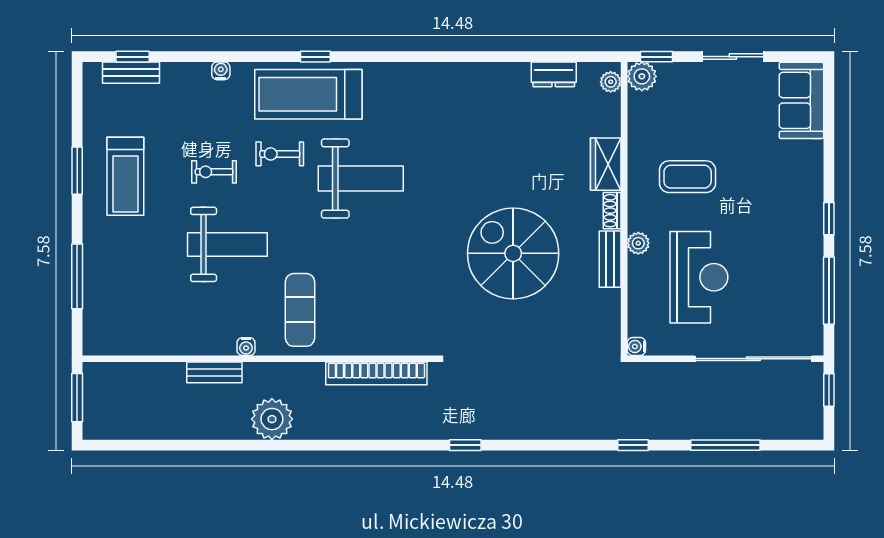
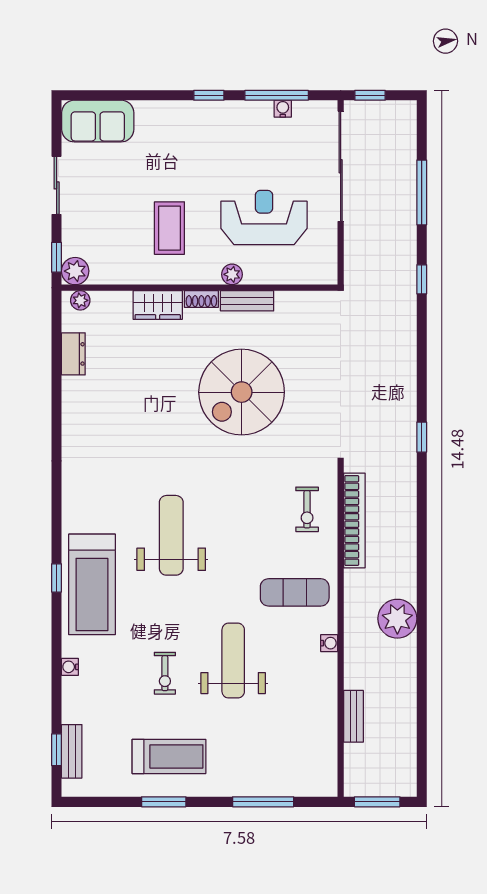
exercise bike: (280, 154) -> (307, 509), moved
water cooler: (636, 346) -> (283, 109), moved, turned 180
bench: (214, 372) -> (353, 716), moved

